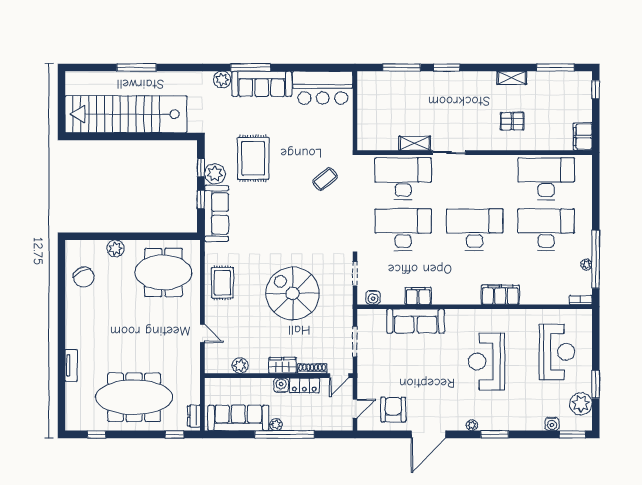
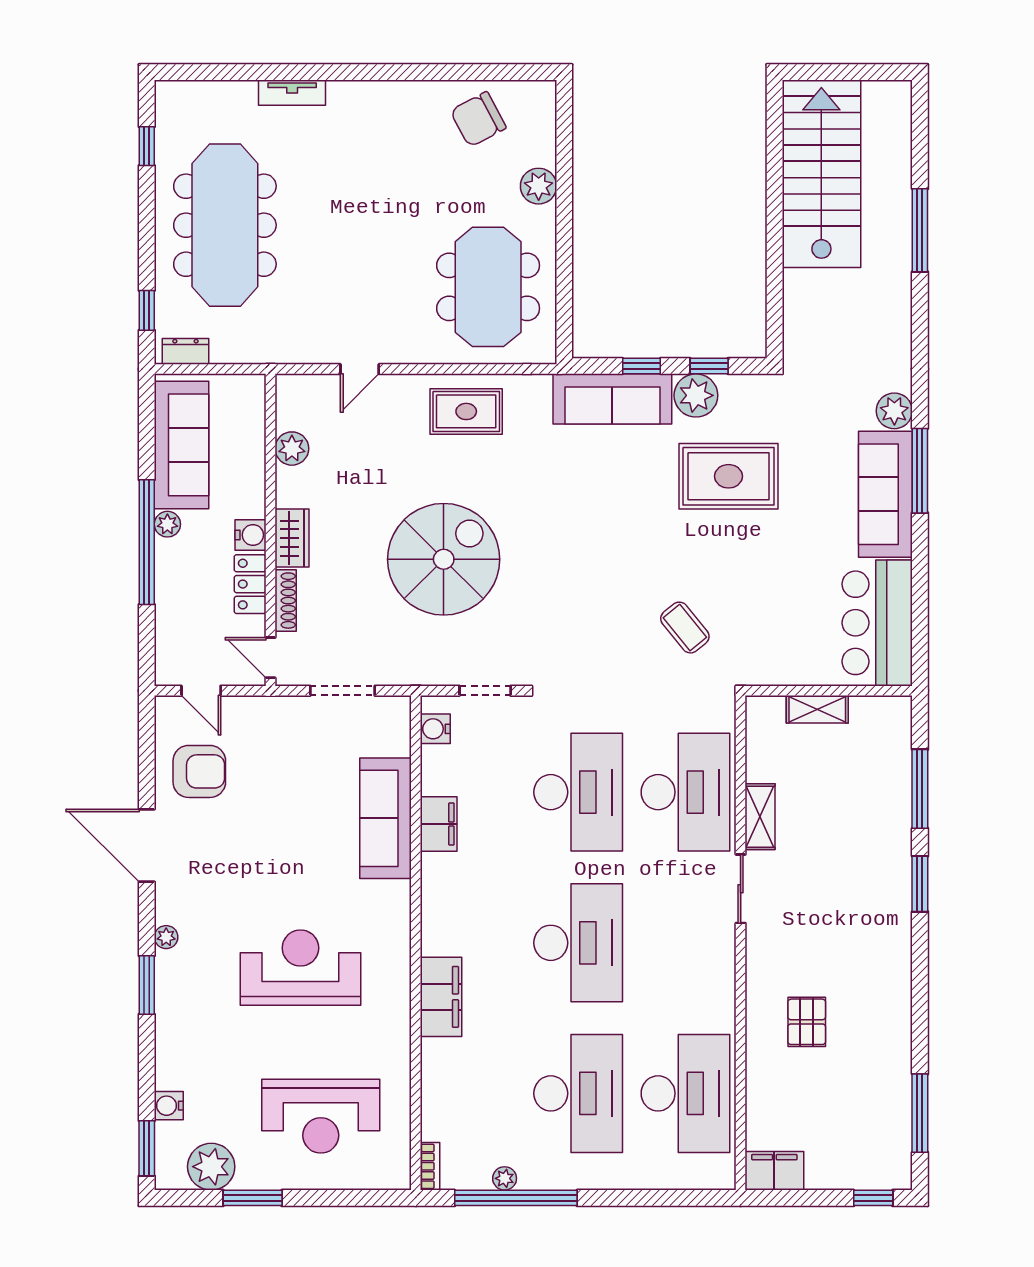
shelving: (512, 78) -> (817, 709), moved, turned 90
stairs: (126, 114) -> (821, 174), width x0.73

